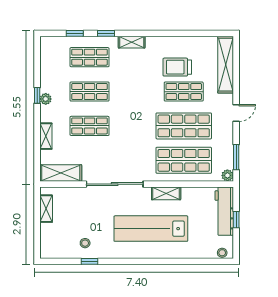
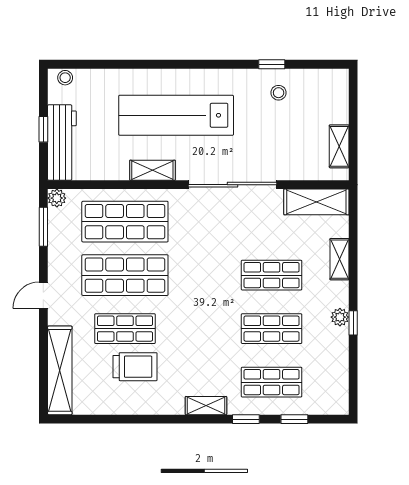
lab bench: (151, 229) -> (176, 115), turned 180

